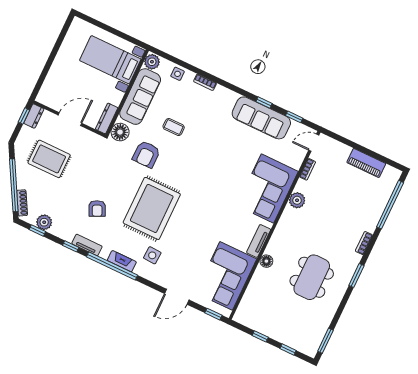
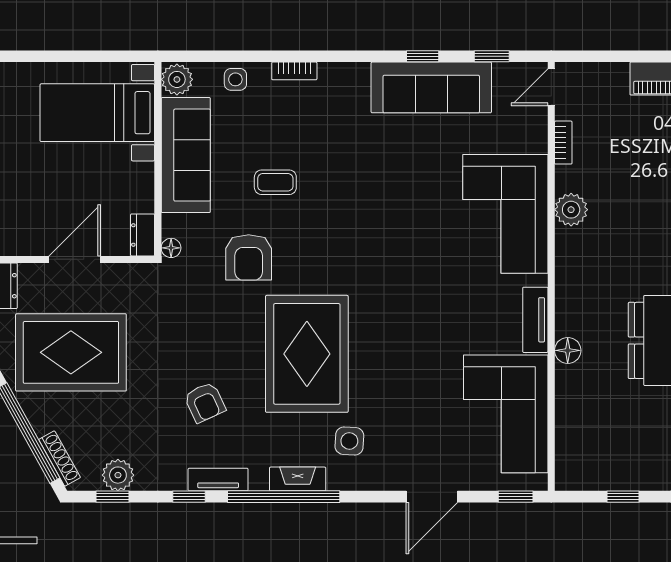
dresser: (107, 118) -> (143, 235), width x0.70
floor lamp: (120, 132) -> (171, 248), width x0.53, depth x0.53
rug: (49, 159) -> (71, 352), width x1.37, depth x1.44

